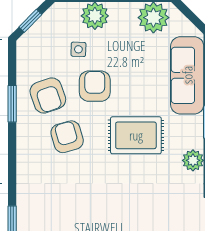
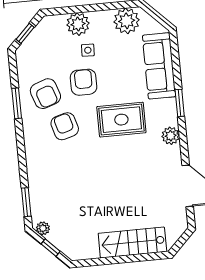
side table: (78, 49) -> (88, 50), moved

